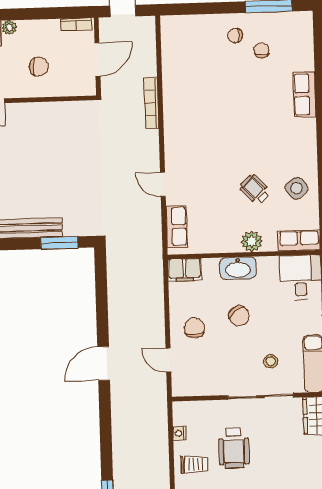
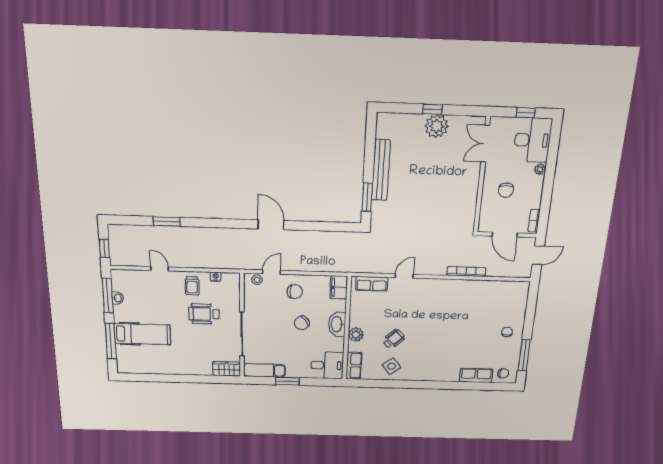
chair: (261, 50) -> (503, 373), moved
row of seats: (304, 94) -> (476, 375), moved
stool: (271, 361) -> (257, 280), moved

